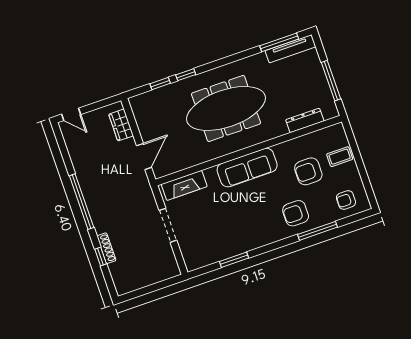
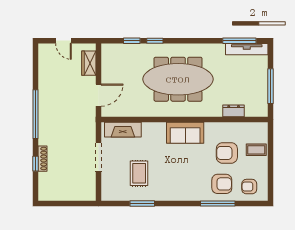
door: (71, 114) -> (63, 41), moved
dresser: (305, 120) -> (234, 111), width x0.70
sofa: (247, 168) -> (185, 133), width x0.73
armchair: (296, 213) -> (222, 184), moved, turned 180
rug: (219, 228) -> (139, 173), added

